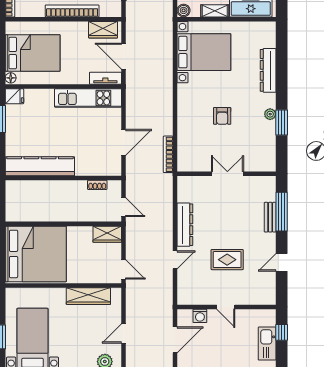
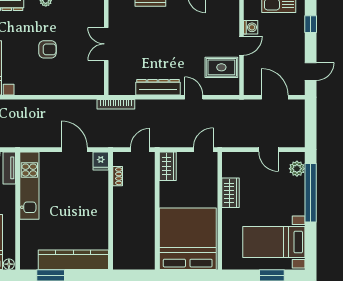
fridge: (14, 96) -> (101, 161), moved, turned 180
bookcase: (168, 154) -> (116, 104), moved
kitchen counter: (40, 166) -> (73, 260), moved, turned 90
rug: (227, 260) -> (221, 67), moved, turned 90
wardrobe: (88, 296) -> (230, 193), width x0.67
washing machine: (200, 316) -> (251, 27), moved

